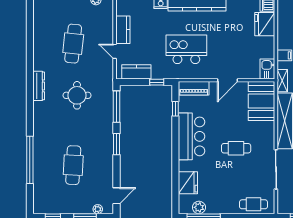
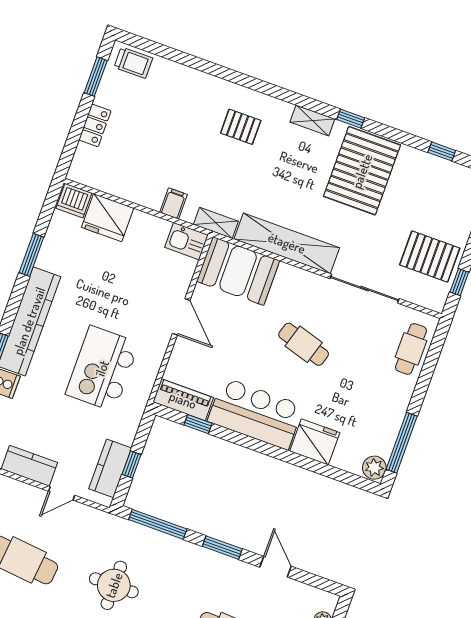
window: (157, 82) -> (132, 465), moved
piano: (194, 88) -> (183, 400), moved, turned -90
cafe table: (236, 148) -> (304, 344), turned -73
fridge: (188, 183) -> (315, 442), moved
door: (116, 196) -> (276, 567), moved
plant: (199, 207) -> (374, 468), moved

